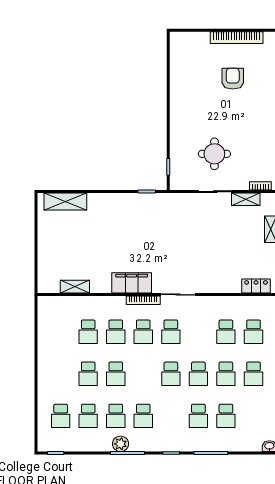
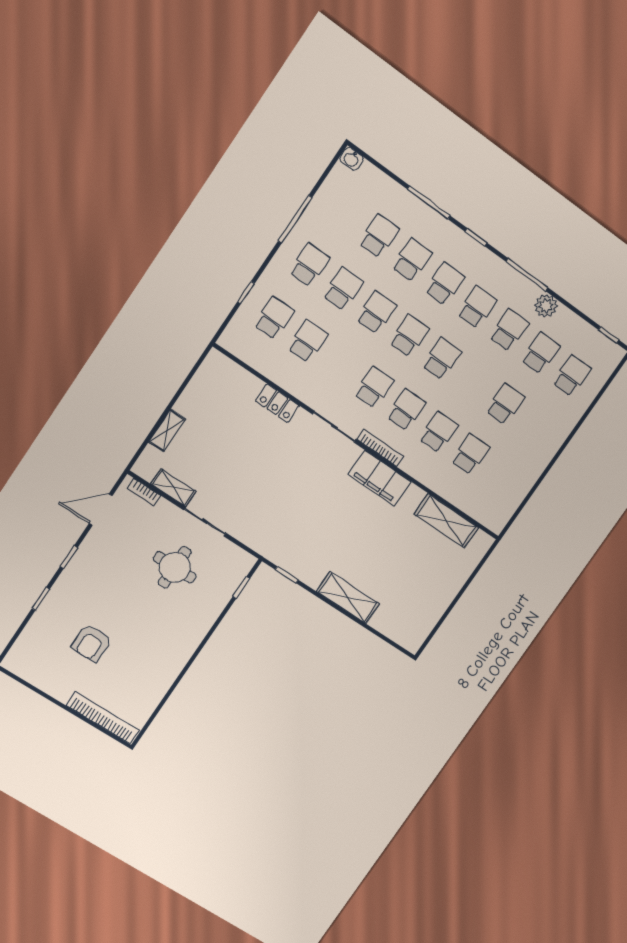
bookcase: (237, 38) -> (103, 718), moved
shelving: (65, 202) -> (348, 598), moved
locker: (256, 286) -> (277, 403), moved
shelving: (75, 287) -> (446, 521), width x1.50, depth x1.33
school desk: (116, 374) -> (442, 359), moved
school desk: (171, 416) -> (445, 284), added
plant: (121, 444) -> (546, 306), moved

